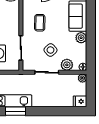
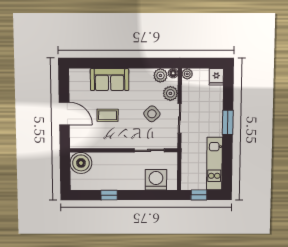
coffee table: (40, 23) -> (108, 115), moved
plant: (81, 38) -> (160, 75), moved
window: (16, 111) -> (228, 122), moved

